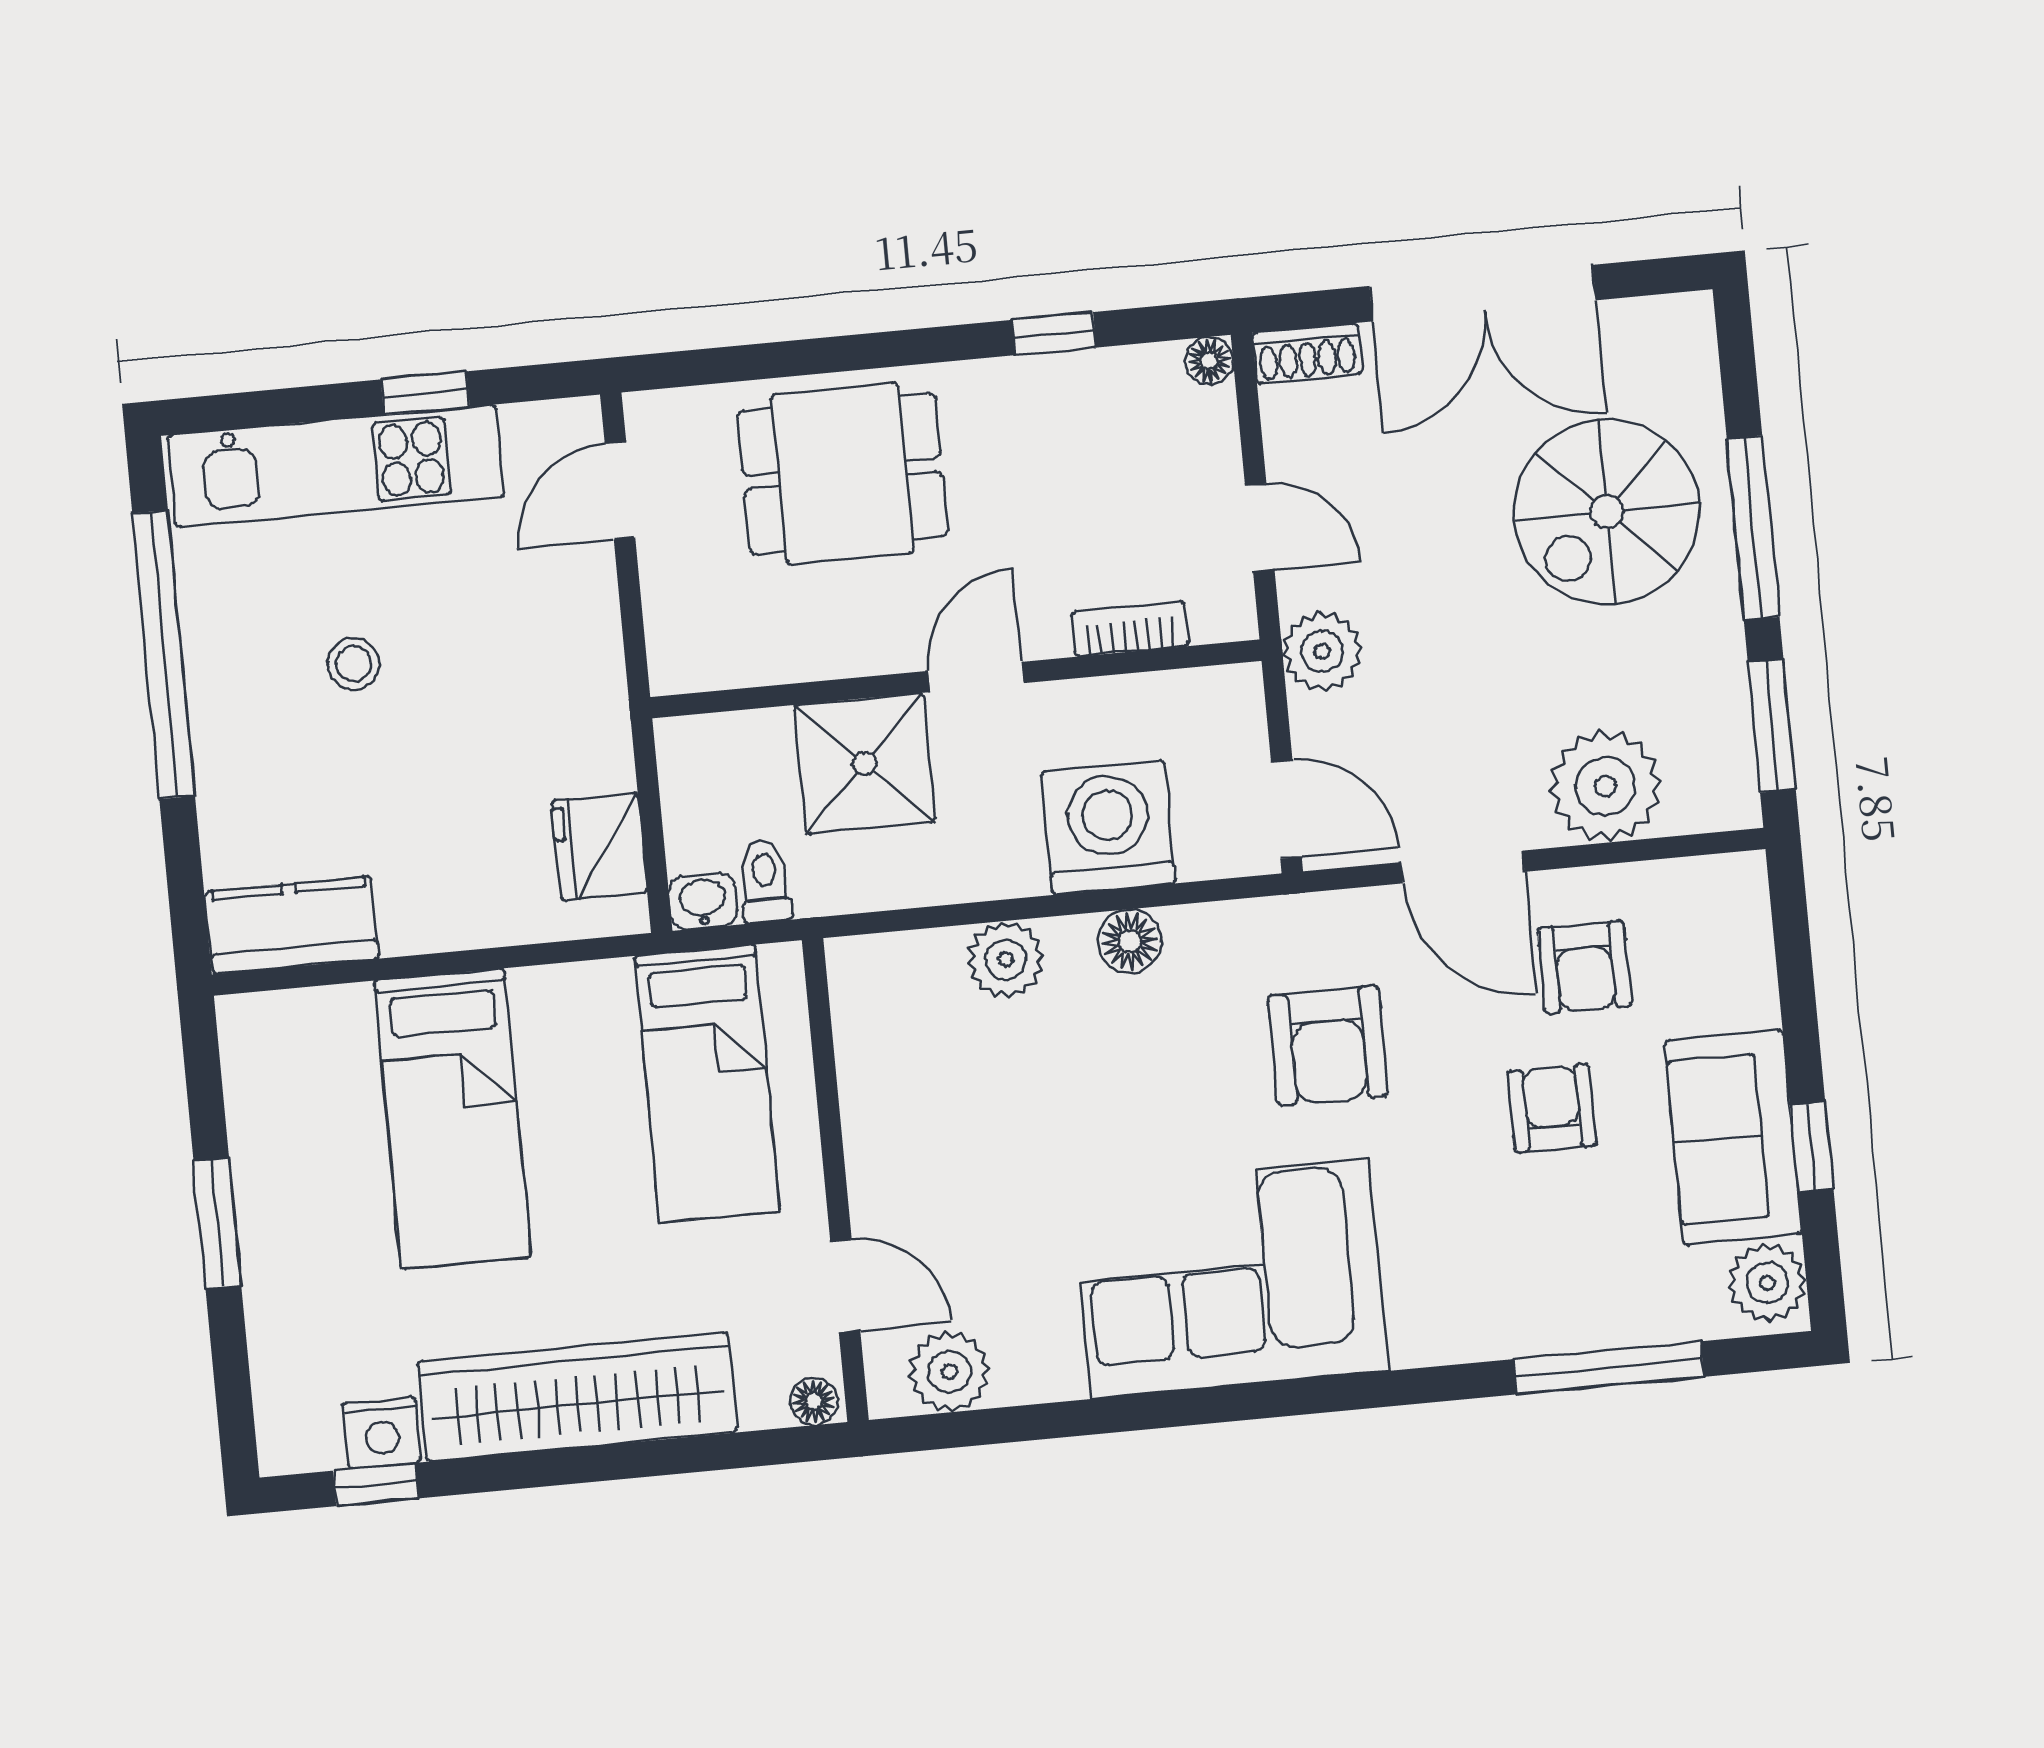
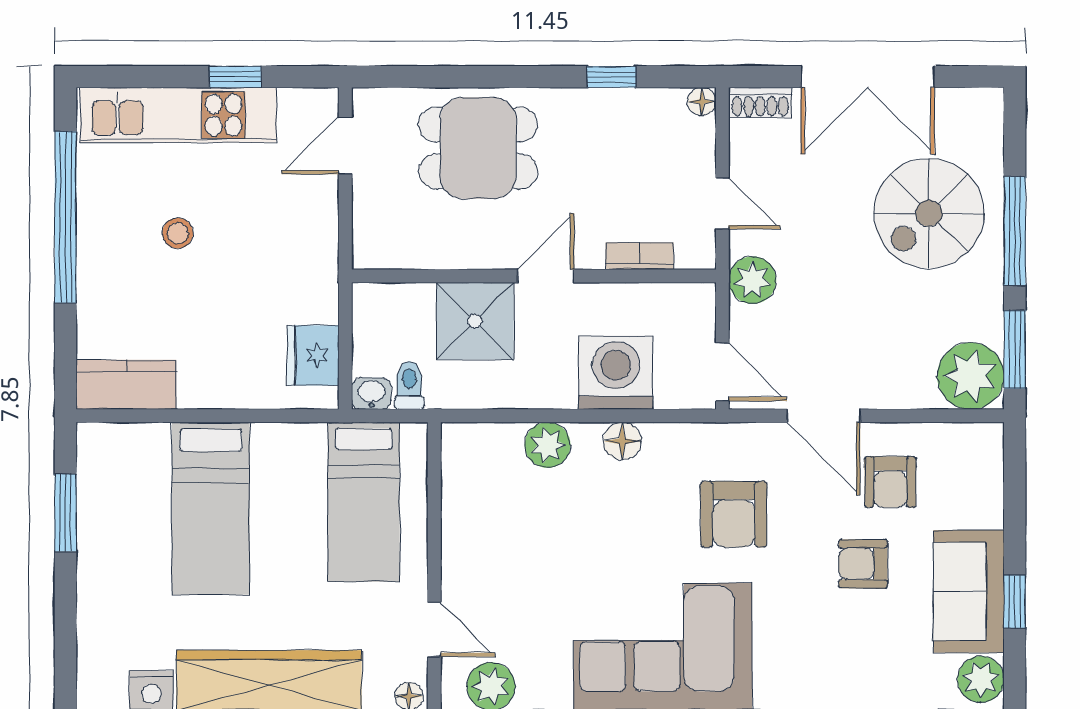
plant: (1605, 786) -> (971, 376), moved
armchair: (1552, 1108) -> (863, 564), turned -90
window: (217, 1223) -> (65, 513), moved

